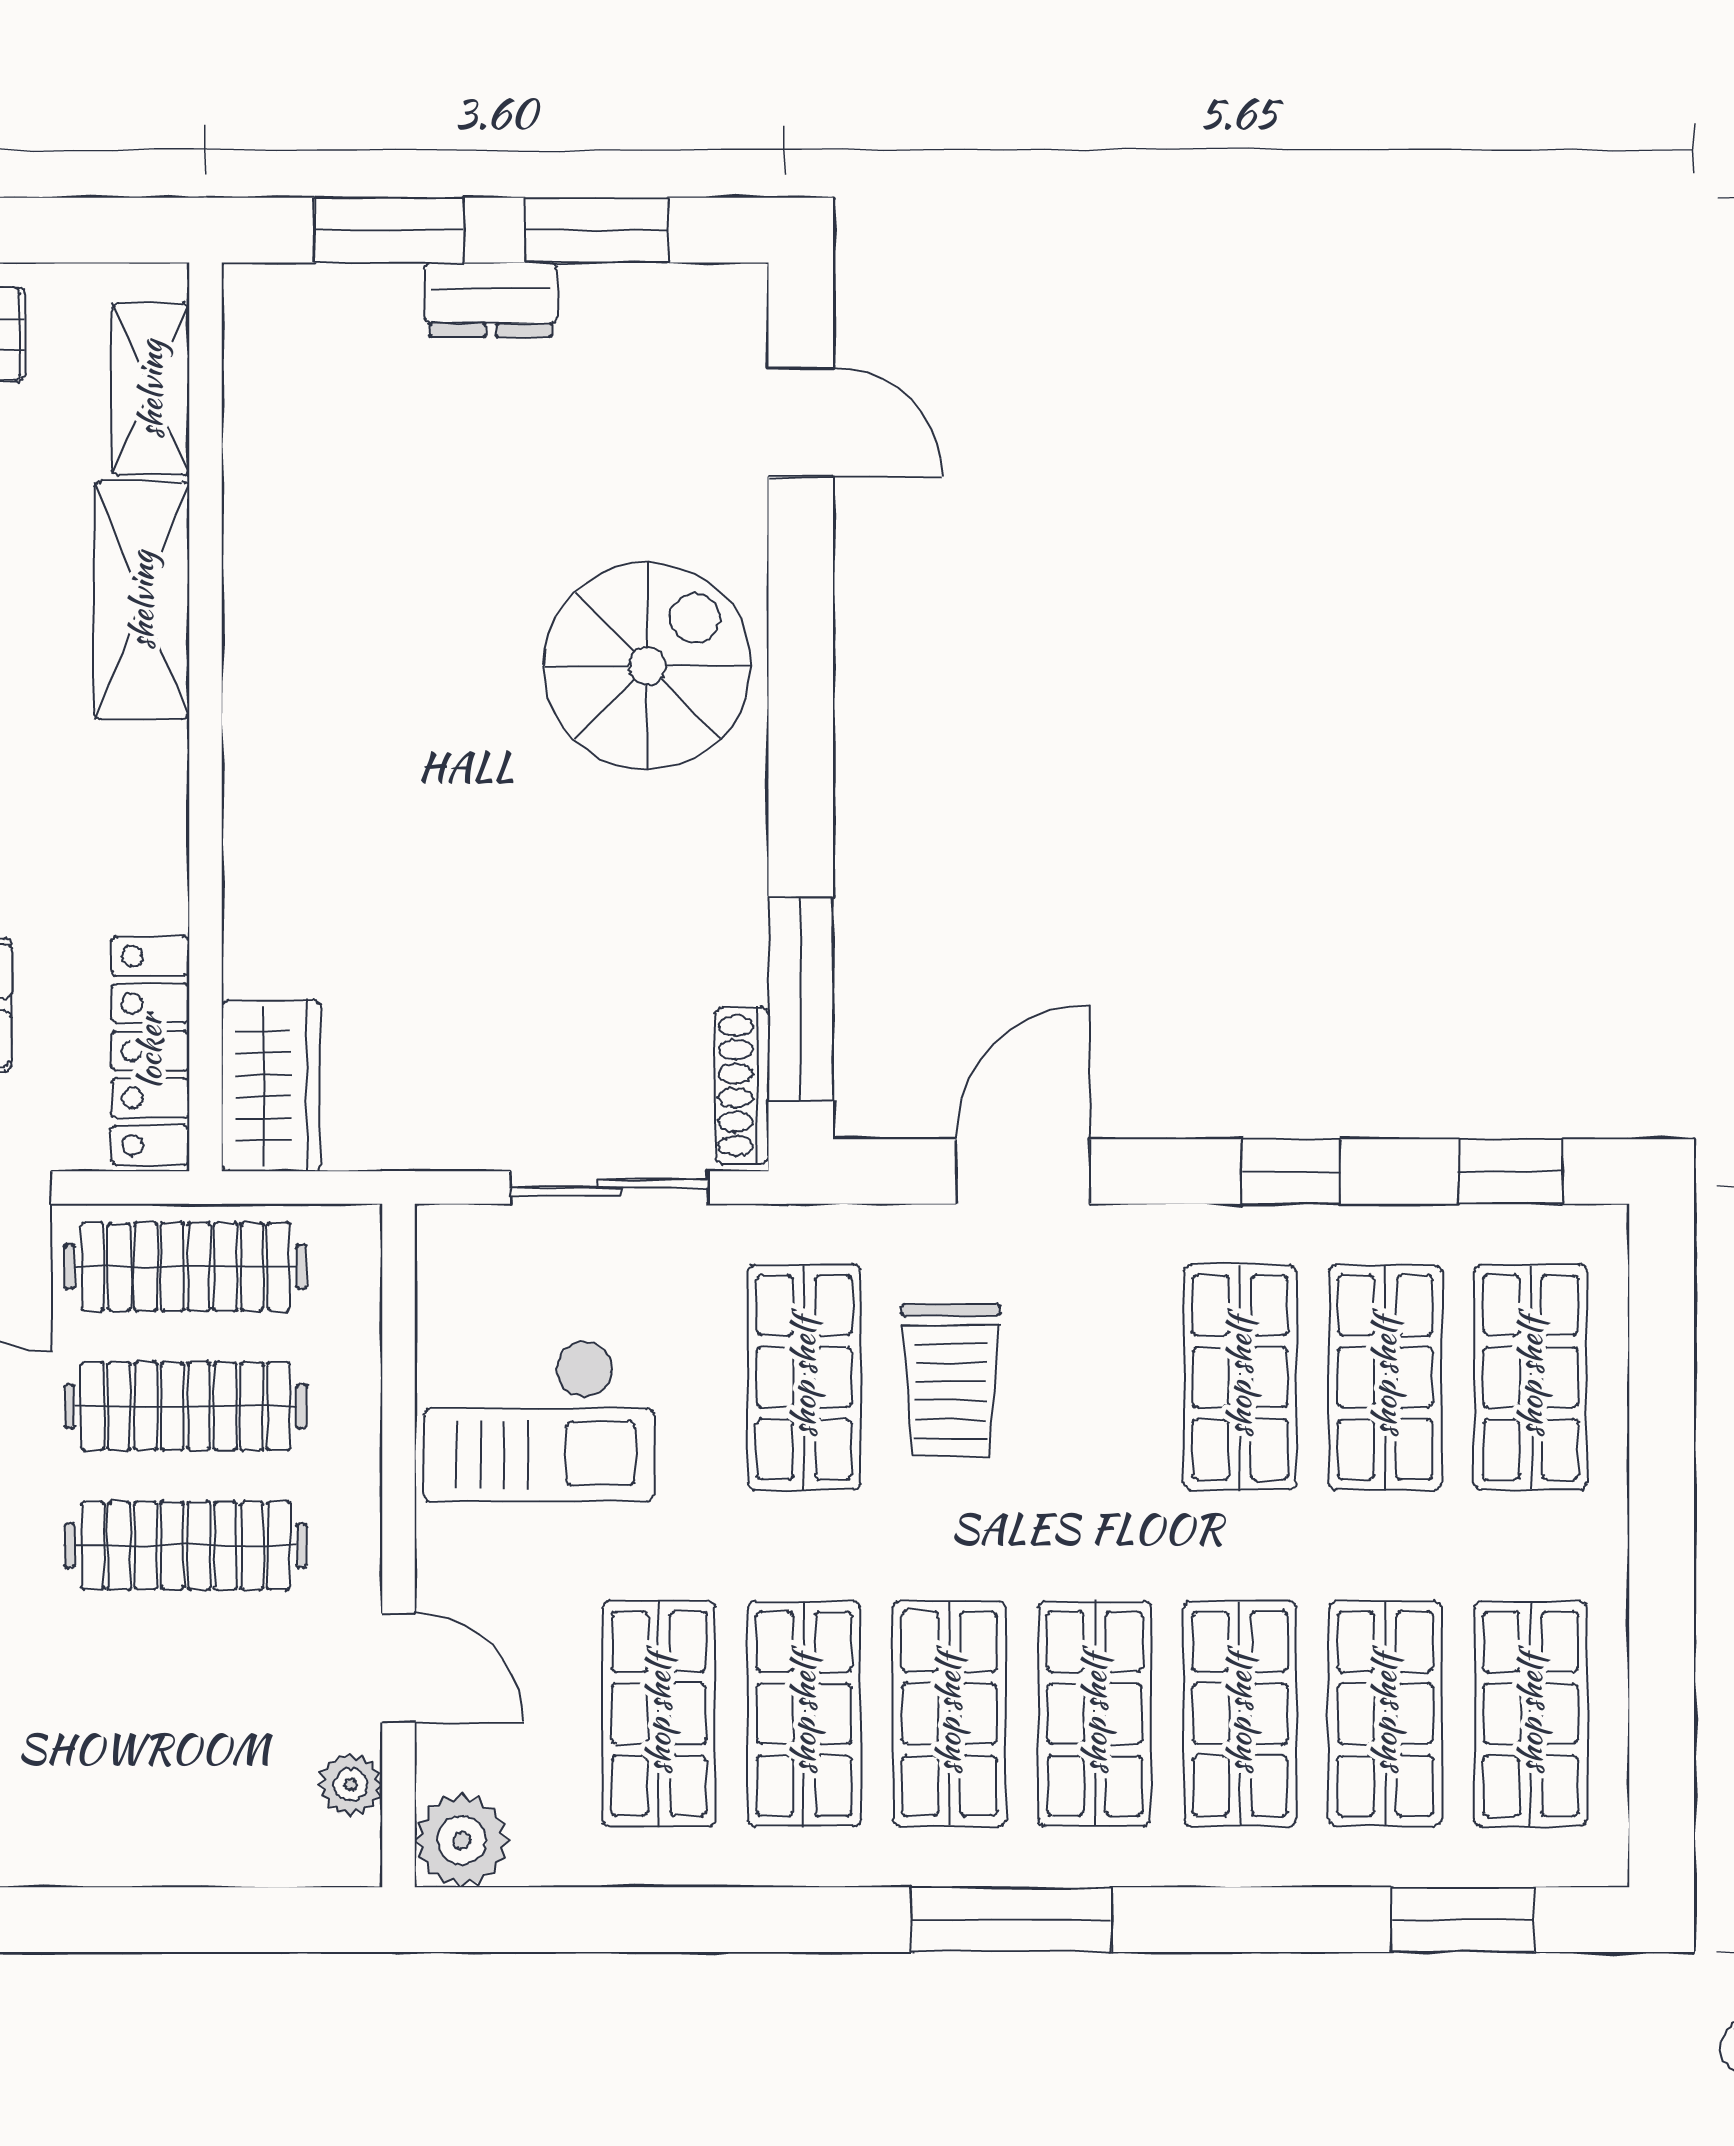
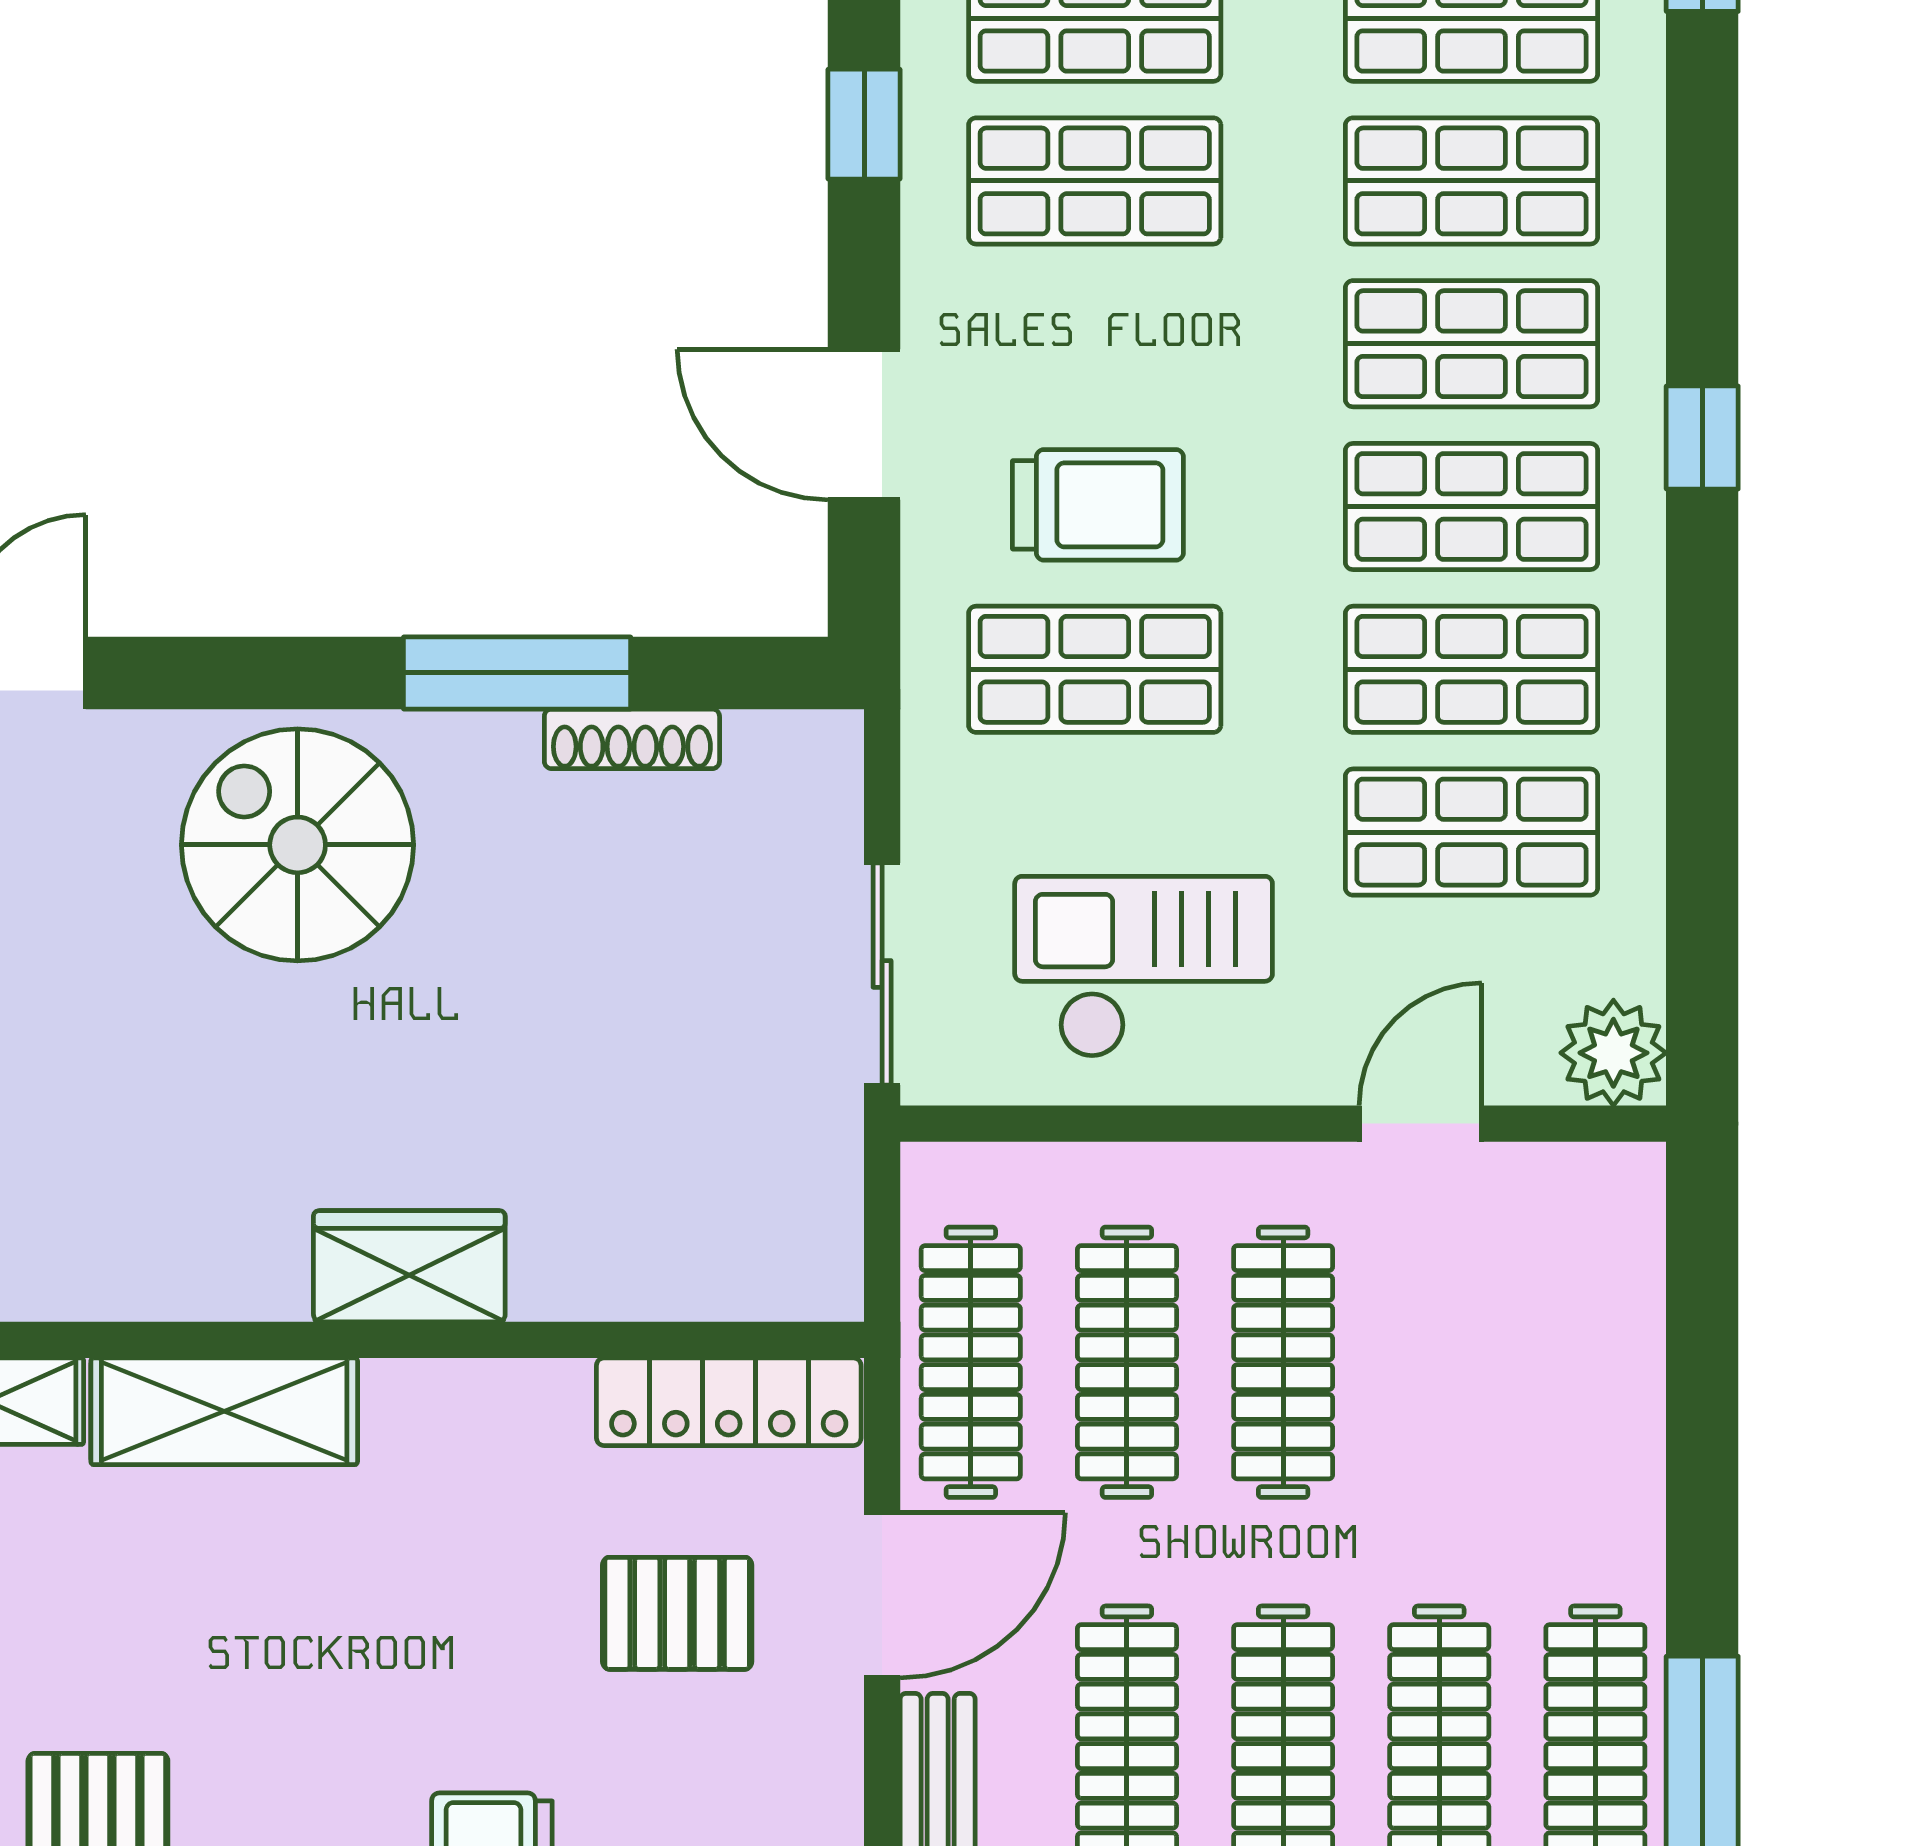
window: (801, 999) -> (517, 673), moved
wardrobe: (271, 1086) -> (409, 1266), moved
shoe rack: (742, 1086) -> (632, 739), moved
sliding door: (609, 1188) -> (882, 974), moved
checkout: (539, 1421) -> (1144, 967), turned -90
plant: (351, 1785) -> (1551, 1177), removed
window: (1011, 1920) -> (1702, 437), width x0.46

